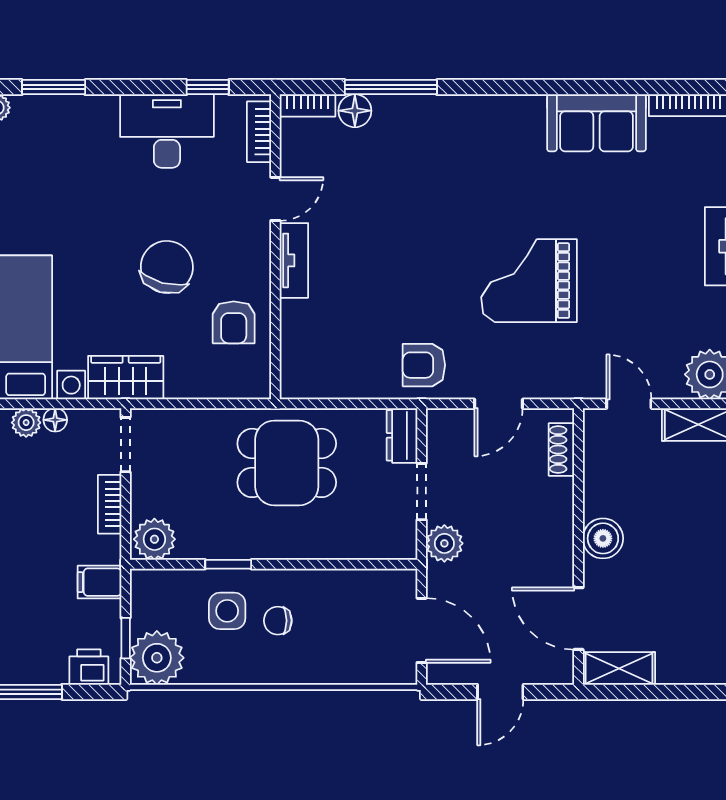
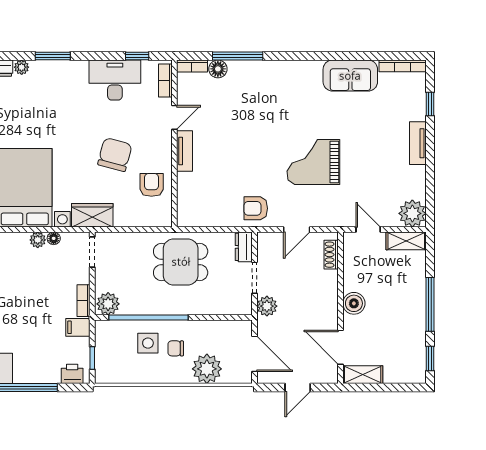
armchair: (234, 322) -> (152, 185), turned 180
bookcase: (110, 504) -> (83, 301), moved
window: (228, 564) -> (148, 318), width x3.17
plant: (157, 658) -> (207, 369), moved

